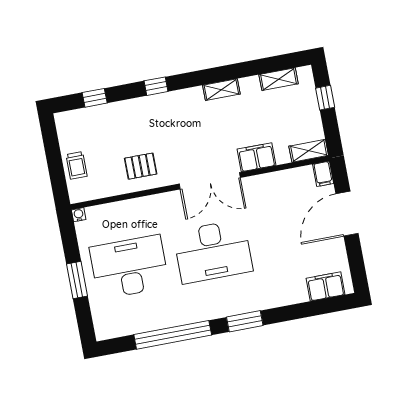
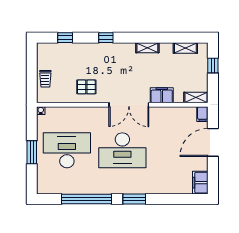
filing cabinet: (326, 286) -> (200, 183), moved, turned -90

